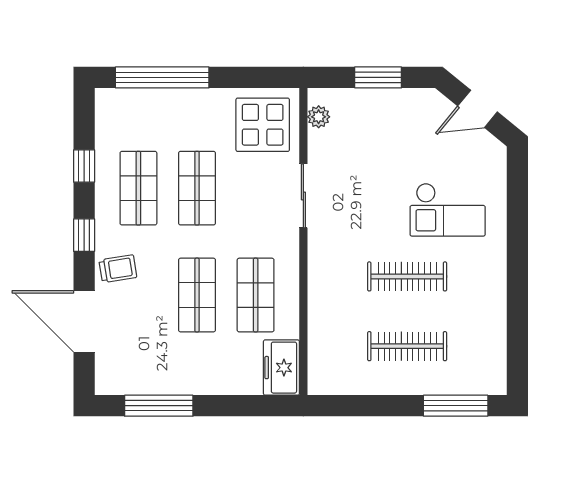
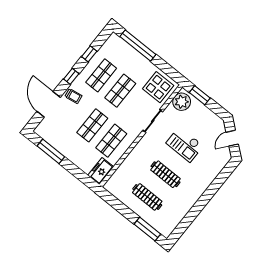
window: (378, 77) -> (200, 95), moved
door: (478, 109) -> (232, 138), hinge flipped
plant: (319, 117) -> (182, 102), width x1.87, depth x1.87
checkout: (448, 210) -> (185, 144), moved

